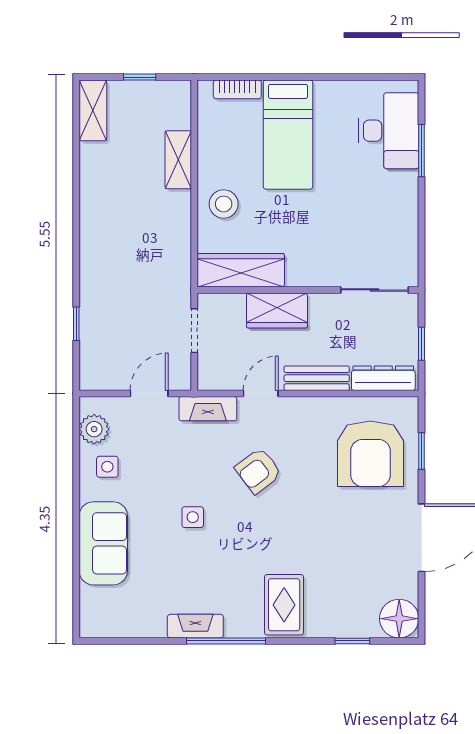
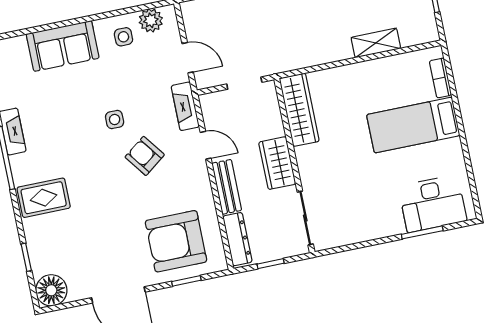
stool: (224, 204) -> (348, 86), removed
wardrobe: (277, 310) -> (277, 163), moved
side table: (193, 517) -> (115, 119), moved

